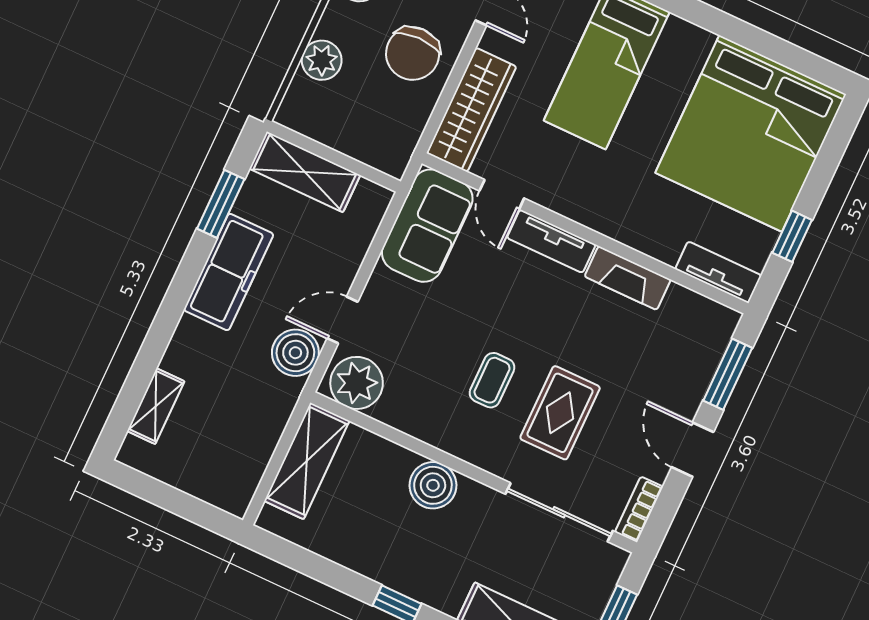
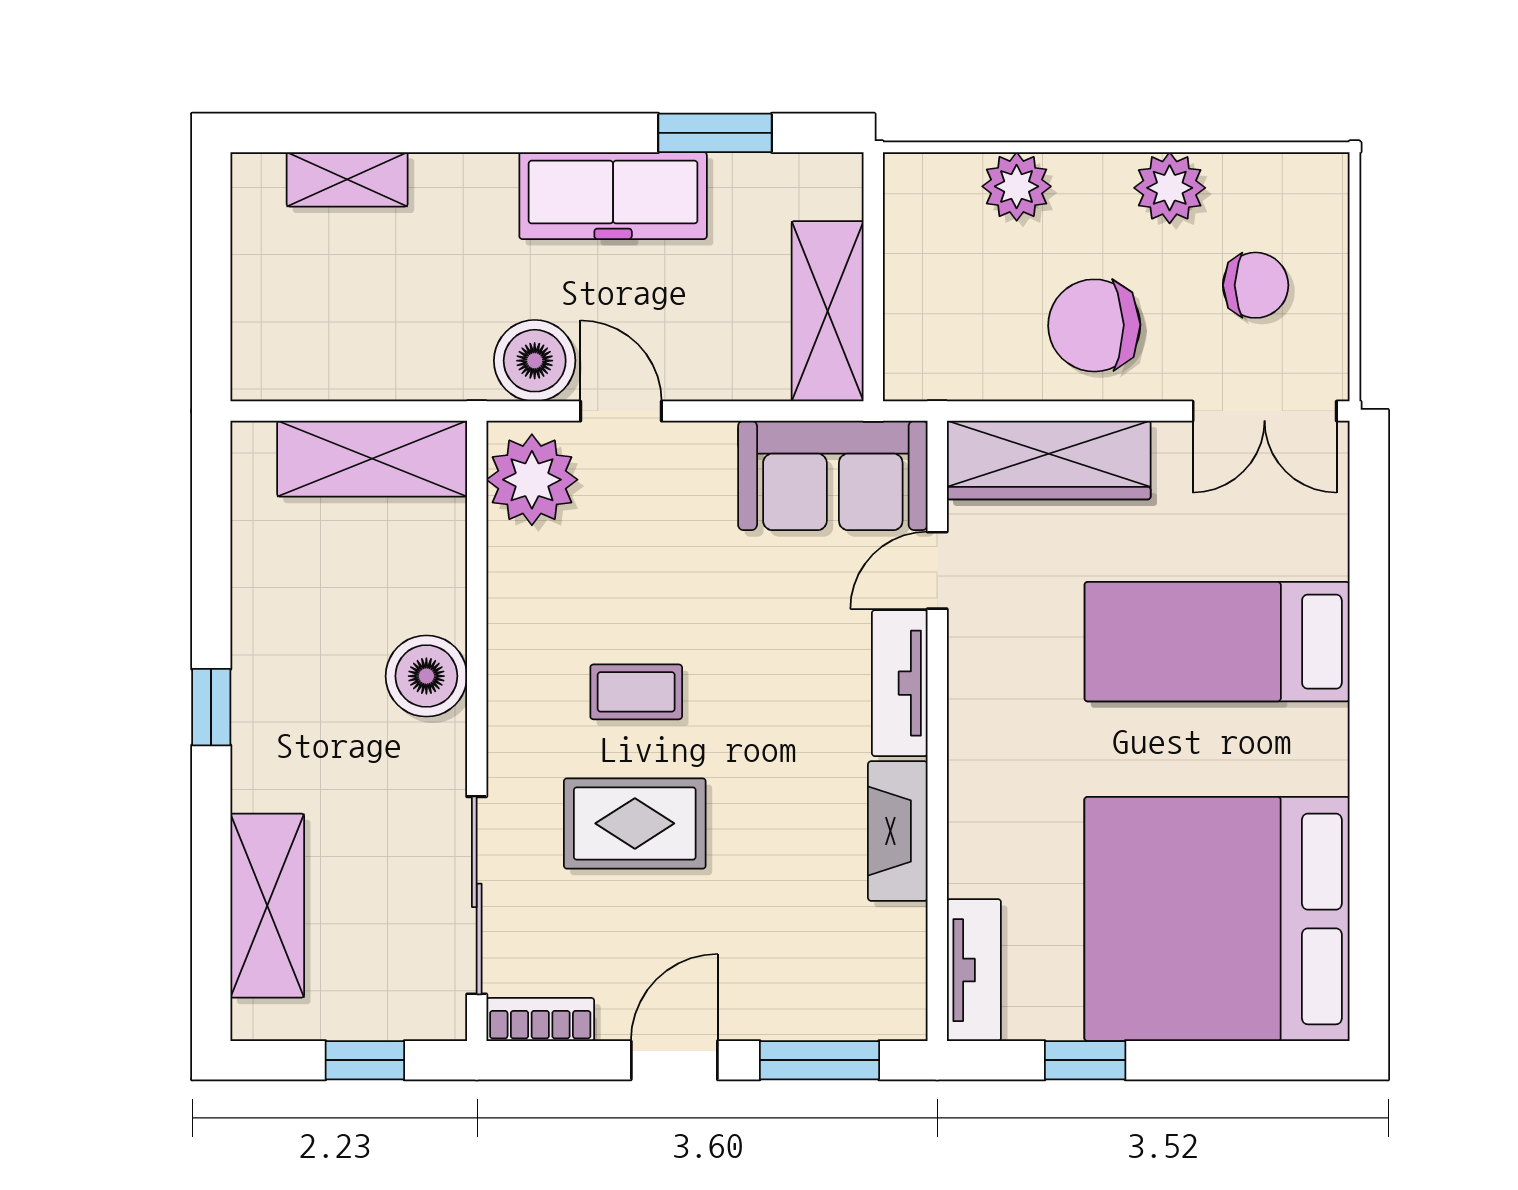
shelving: (305, 172) -> (828, 311), moved

